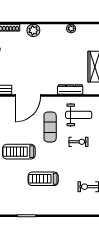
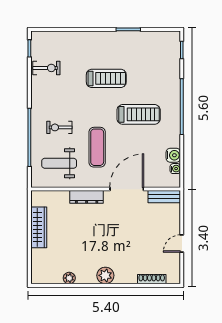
plant: (33, 30) -> (105, 275), moved
dresser: (70, 90) -> (87, 197), moved

